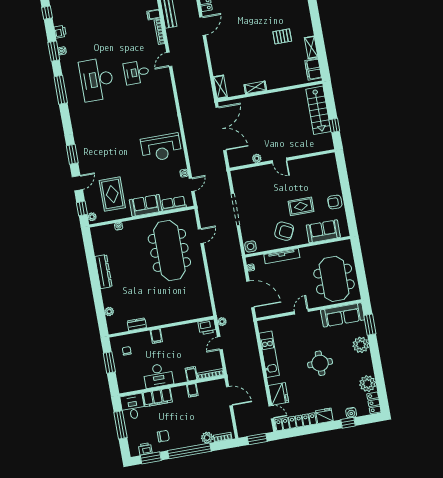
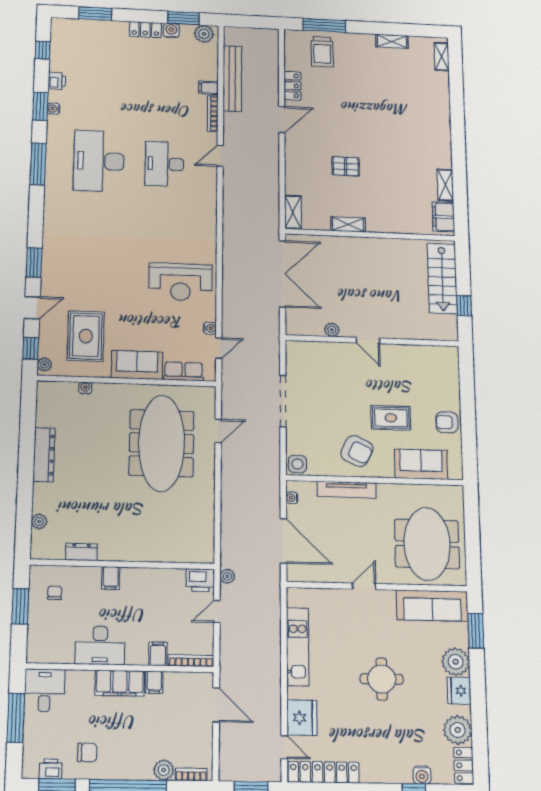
pallet: (282, 36) -> (346, 166), moved
desk: (137, 72) -> (164, 164), width x1.37
filing cabinet: (157, 397) -> (120, 683), moved
fridge: (324, 416) -> (459, 691), moved, turned -90

